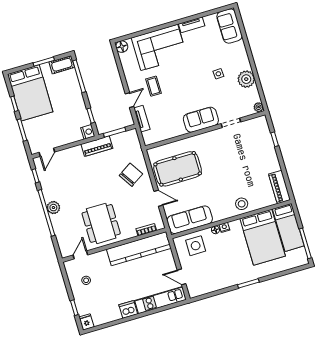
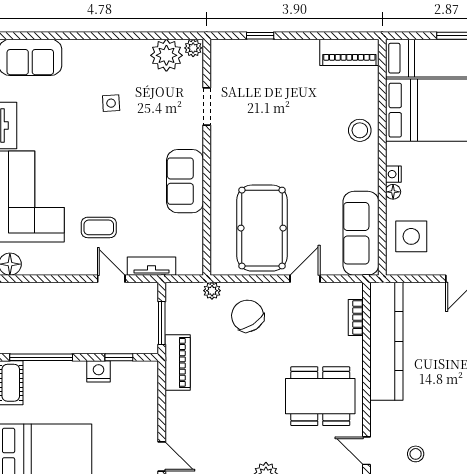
plant: (246, 79) -> (166, 55), moved
sofa: (201, 120) -> (185, 181), moved
nightstand: (88, 132) -> (99, 371), moved
plant: (138, 153) -> (212, 291), added

